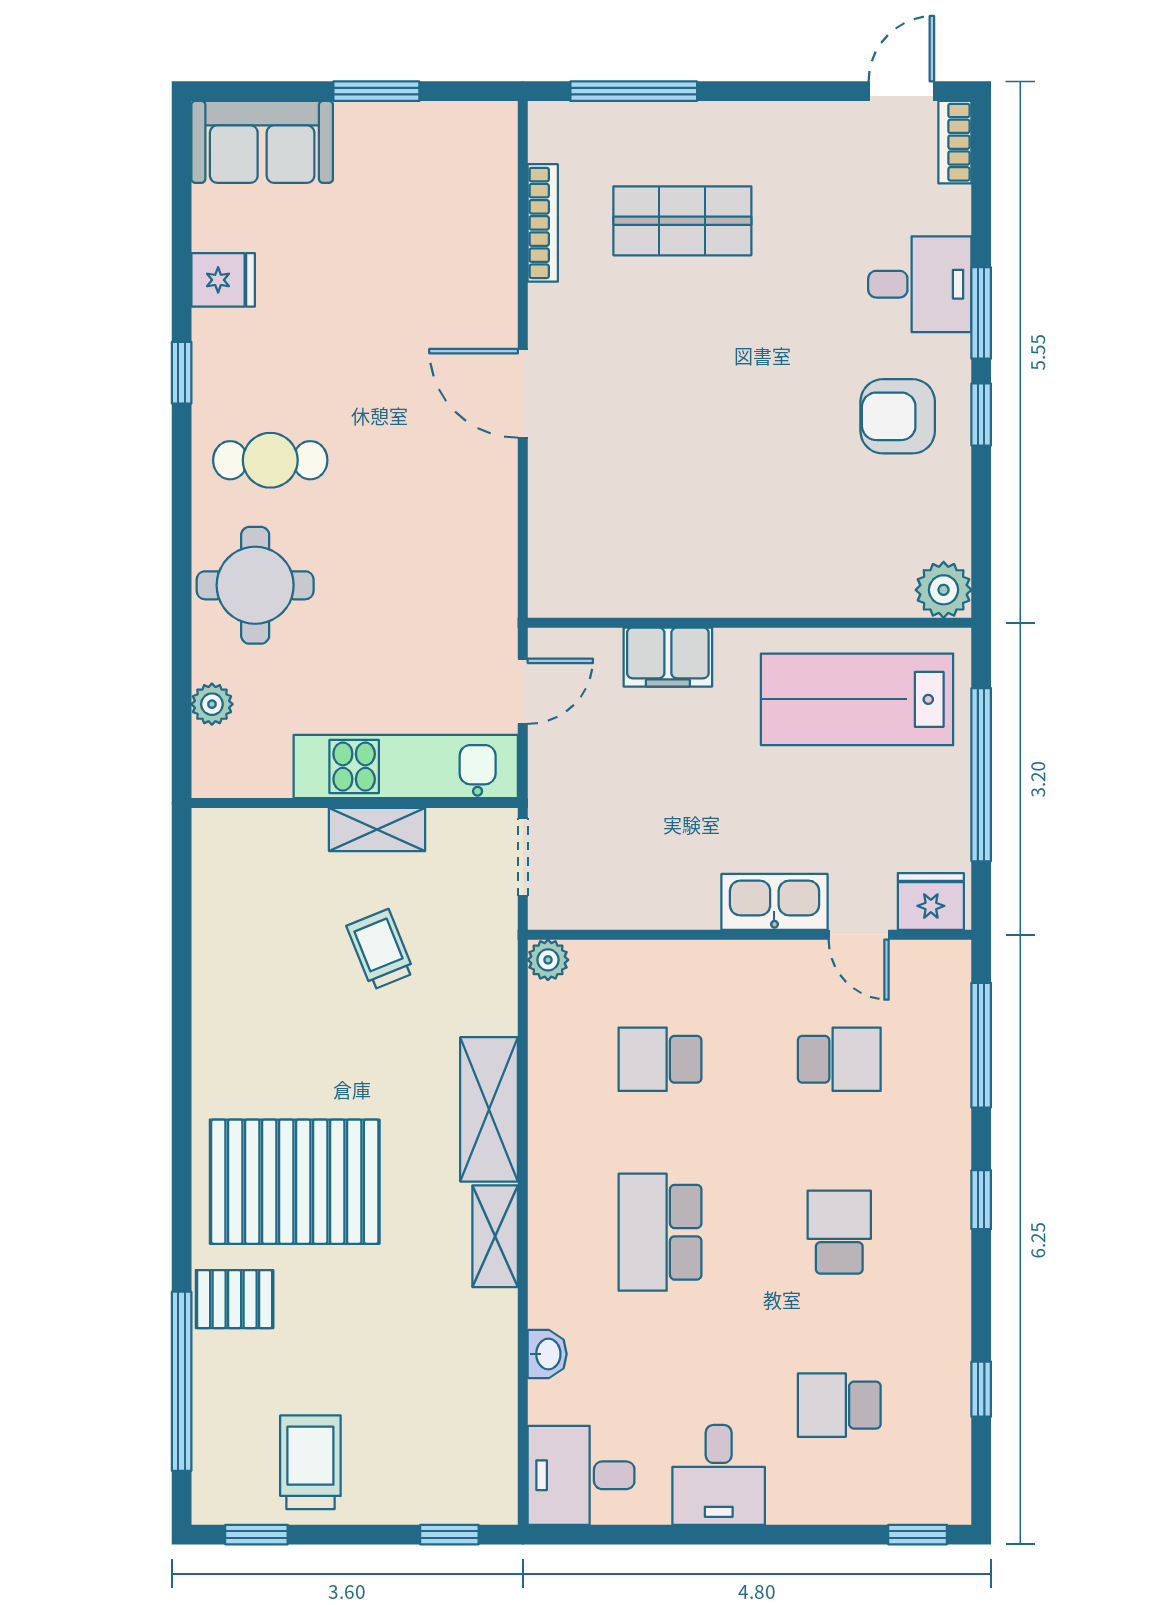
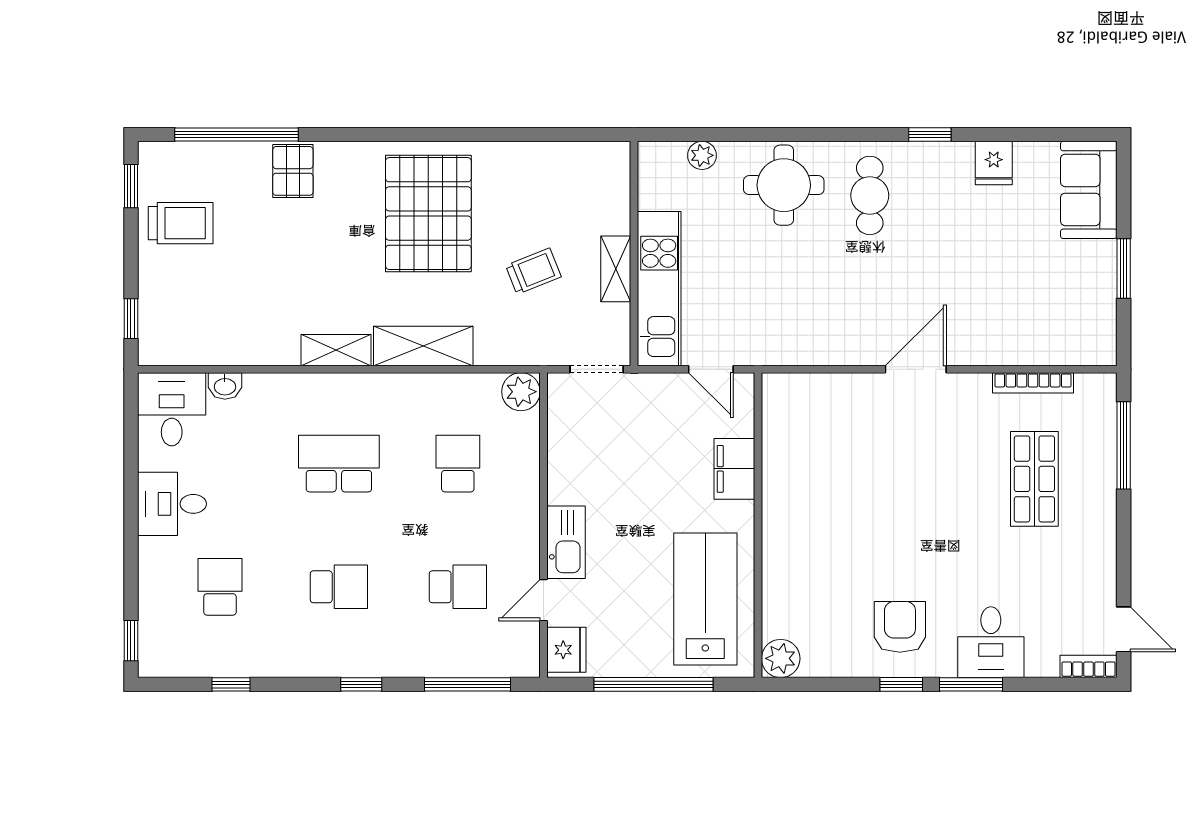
plant: (548, 960) -> (521, 392), width x1.38, depth x1.38
school desk: (839, 1059) -> (458, 587), turned -90
pallet: (295, 1182) -> (428, 214), moved
washbasin: (547, 1354) -> (225, 386), moved

